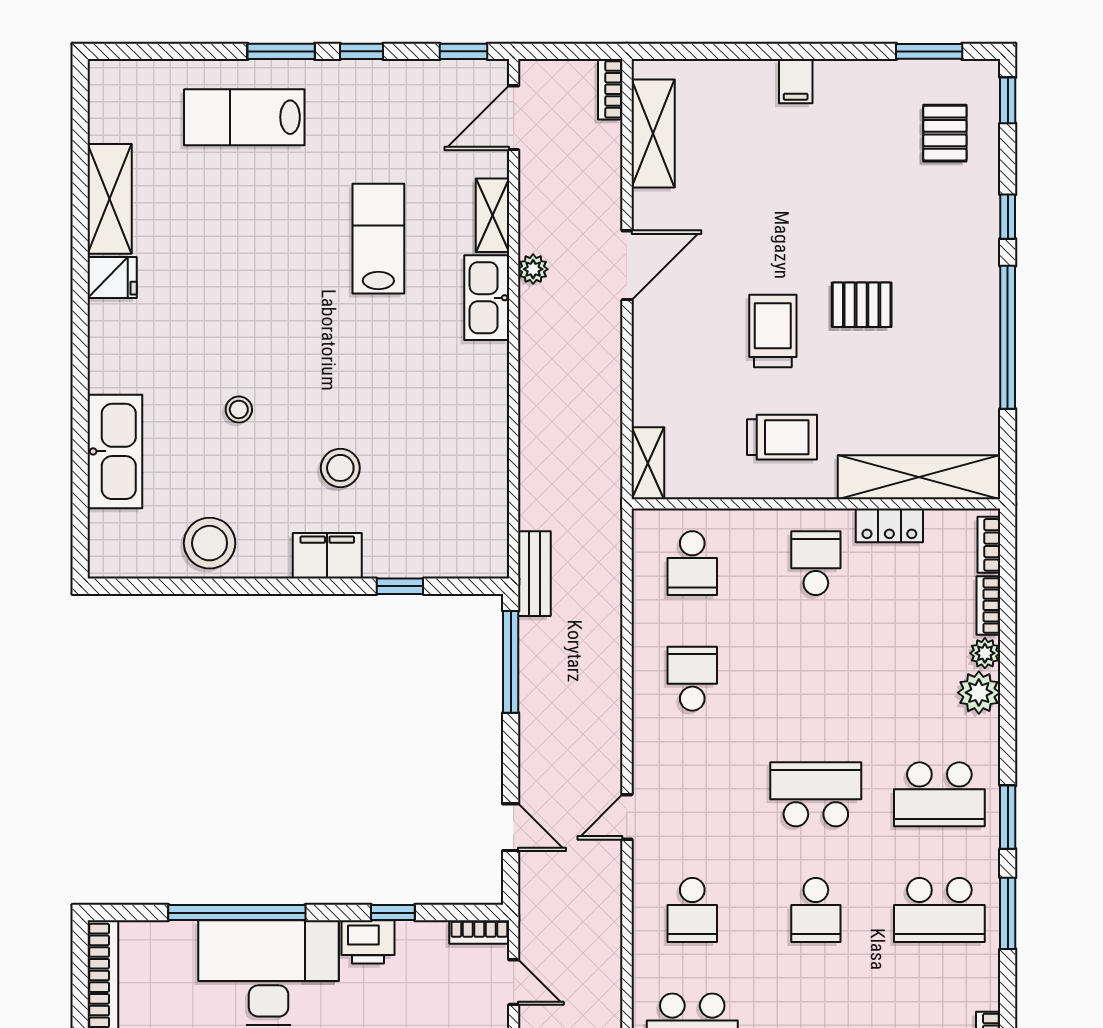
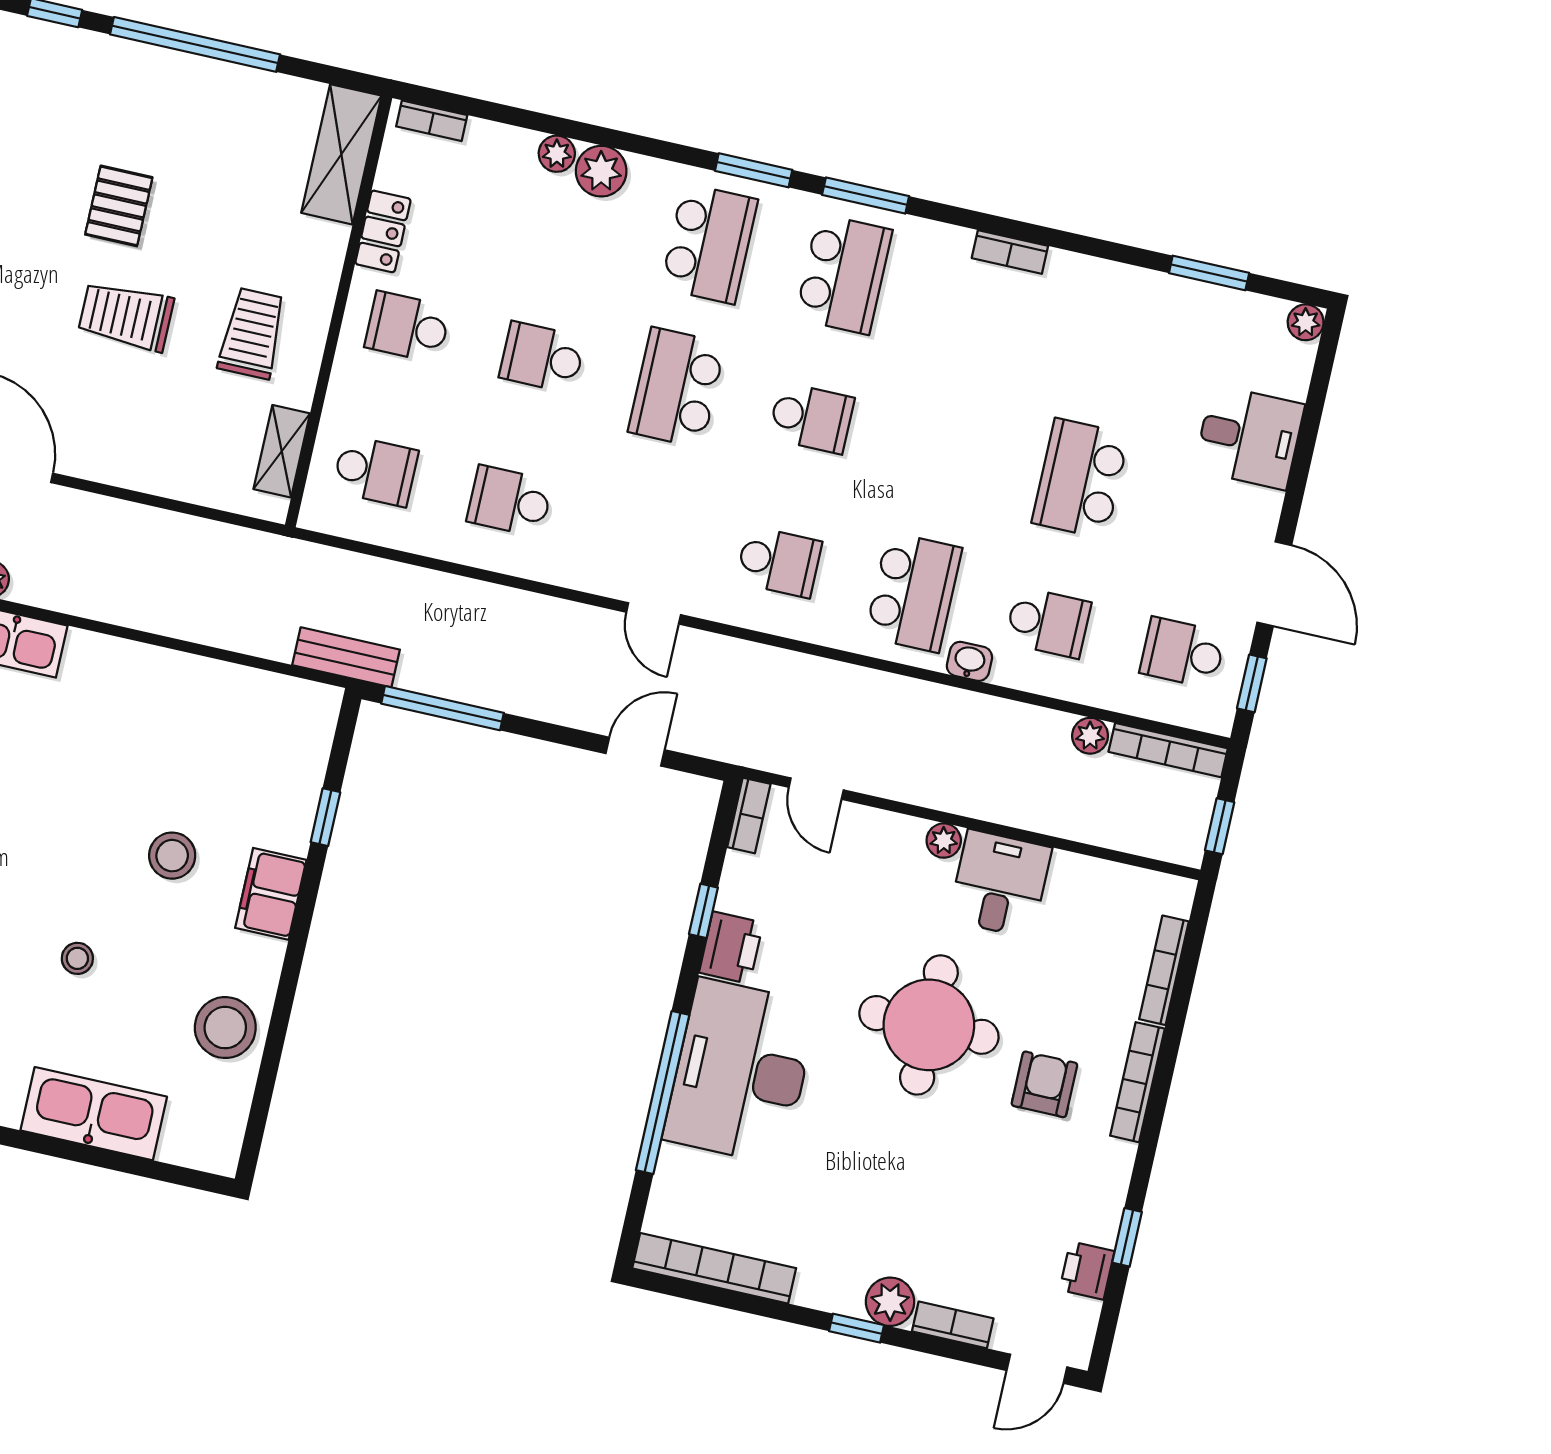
shelving: (648, 463) -> (282, 451), moved, turned 90
shelving: (919, 477) -> (341, 154), width x0.68
bookcase: (988, 605) -> (502, 137), removed
school desk: (816, 679) -> (542, 357), added
door: (514, 982) -> (816, 789), swing flipped

